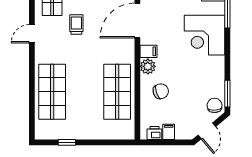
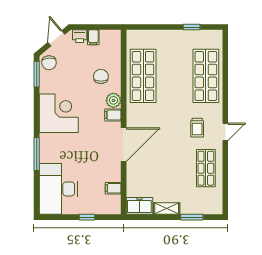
trolley: (76, 24) -> (197, 128), moved
corner desk: (205, 35) -> (59, 113), moved
chair: (161, 91) -> (101, 76), turned 108
printer: (154, 133) -> (80, 36), moved

